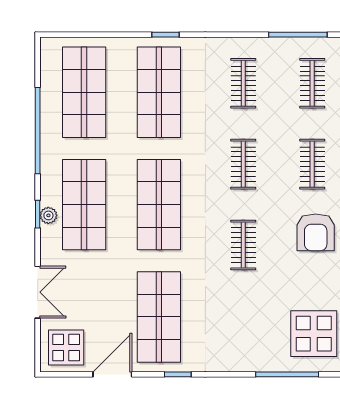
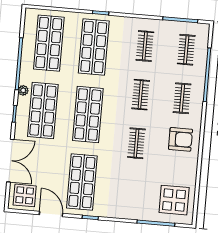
plant: (48, 215) -> (23, 90), moved
armchair: (316, 232) -> (180, 139), turned -90
double door: (38, 292) -> (10, 161), width x1.37
door: (112, 374) -> (51, 214), hinge flipped

